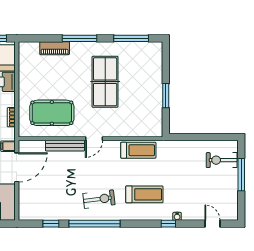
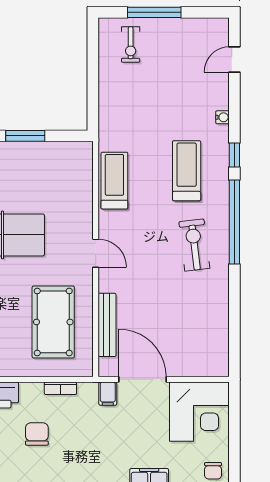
bench: (65, 146) -> (107, 325), moved
exercise bike: (222, 160) -> (131, 45), width x0.73, depth x0.72
window: (51, 224) -> (234, 324), removed
window: (95, 224) -> (234, 222), moved
window: (168, 224) -> (234, 155), moved

